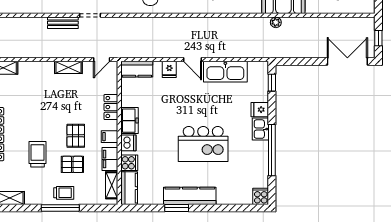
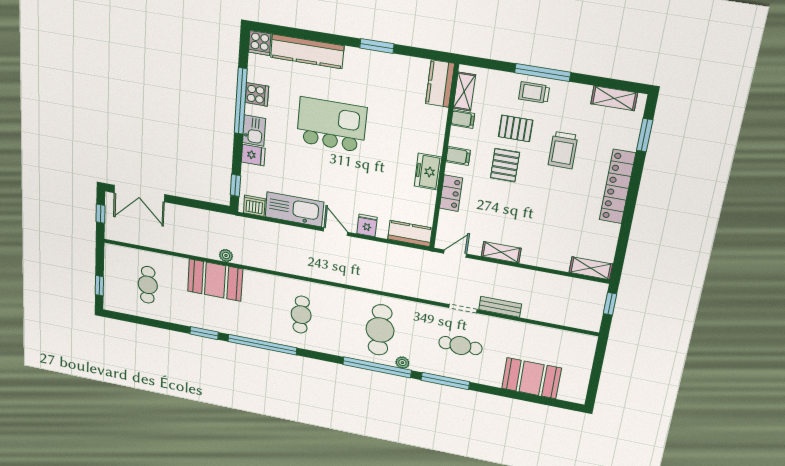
dishwasher: (128, 143) -> (254, 206), moved, turned 90
filing cabinet: (110, 159) -> (463, 119), width x0.50
cooker: (129, 163) -> (257, 94), moved, turned 180
kitchen counter: (190, 196) -> (307, 51), moved

